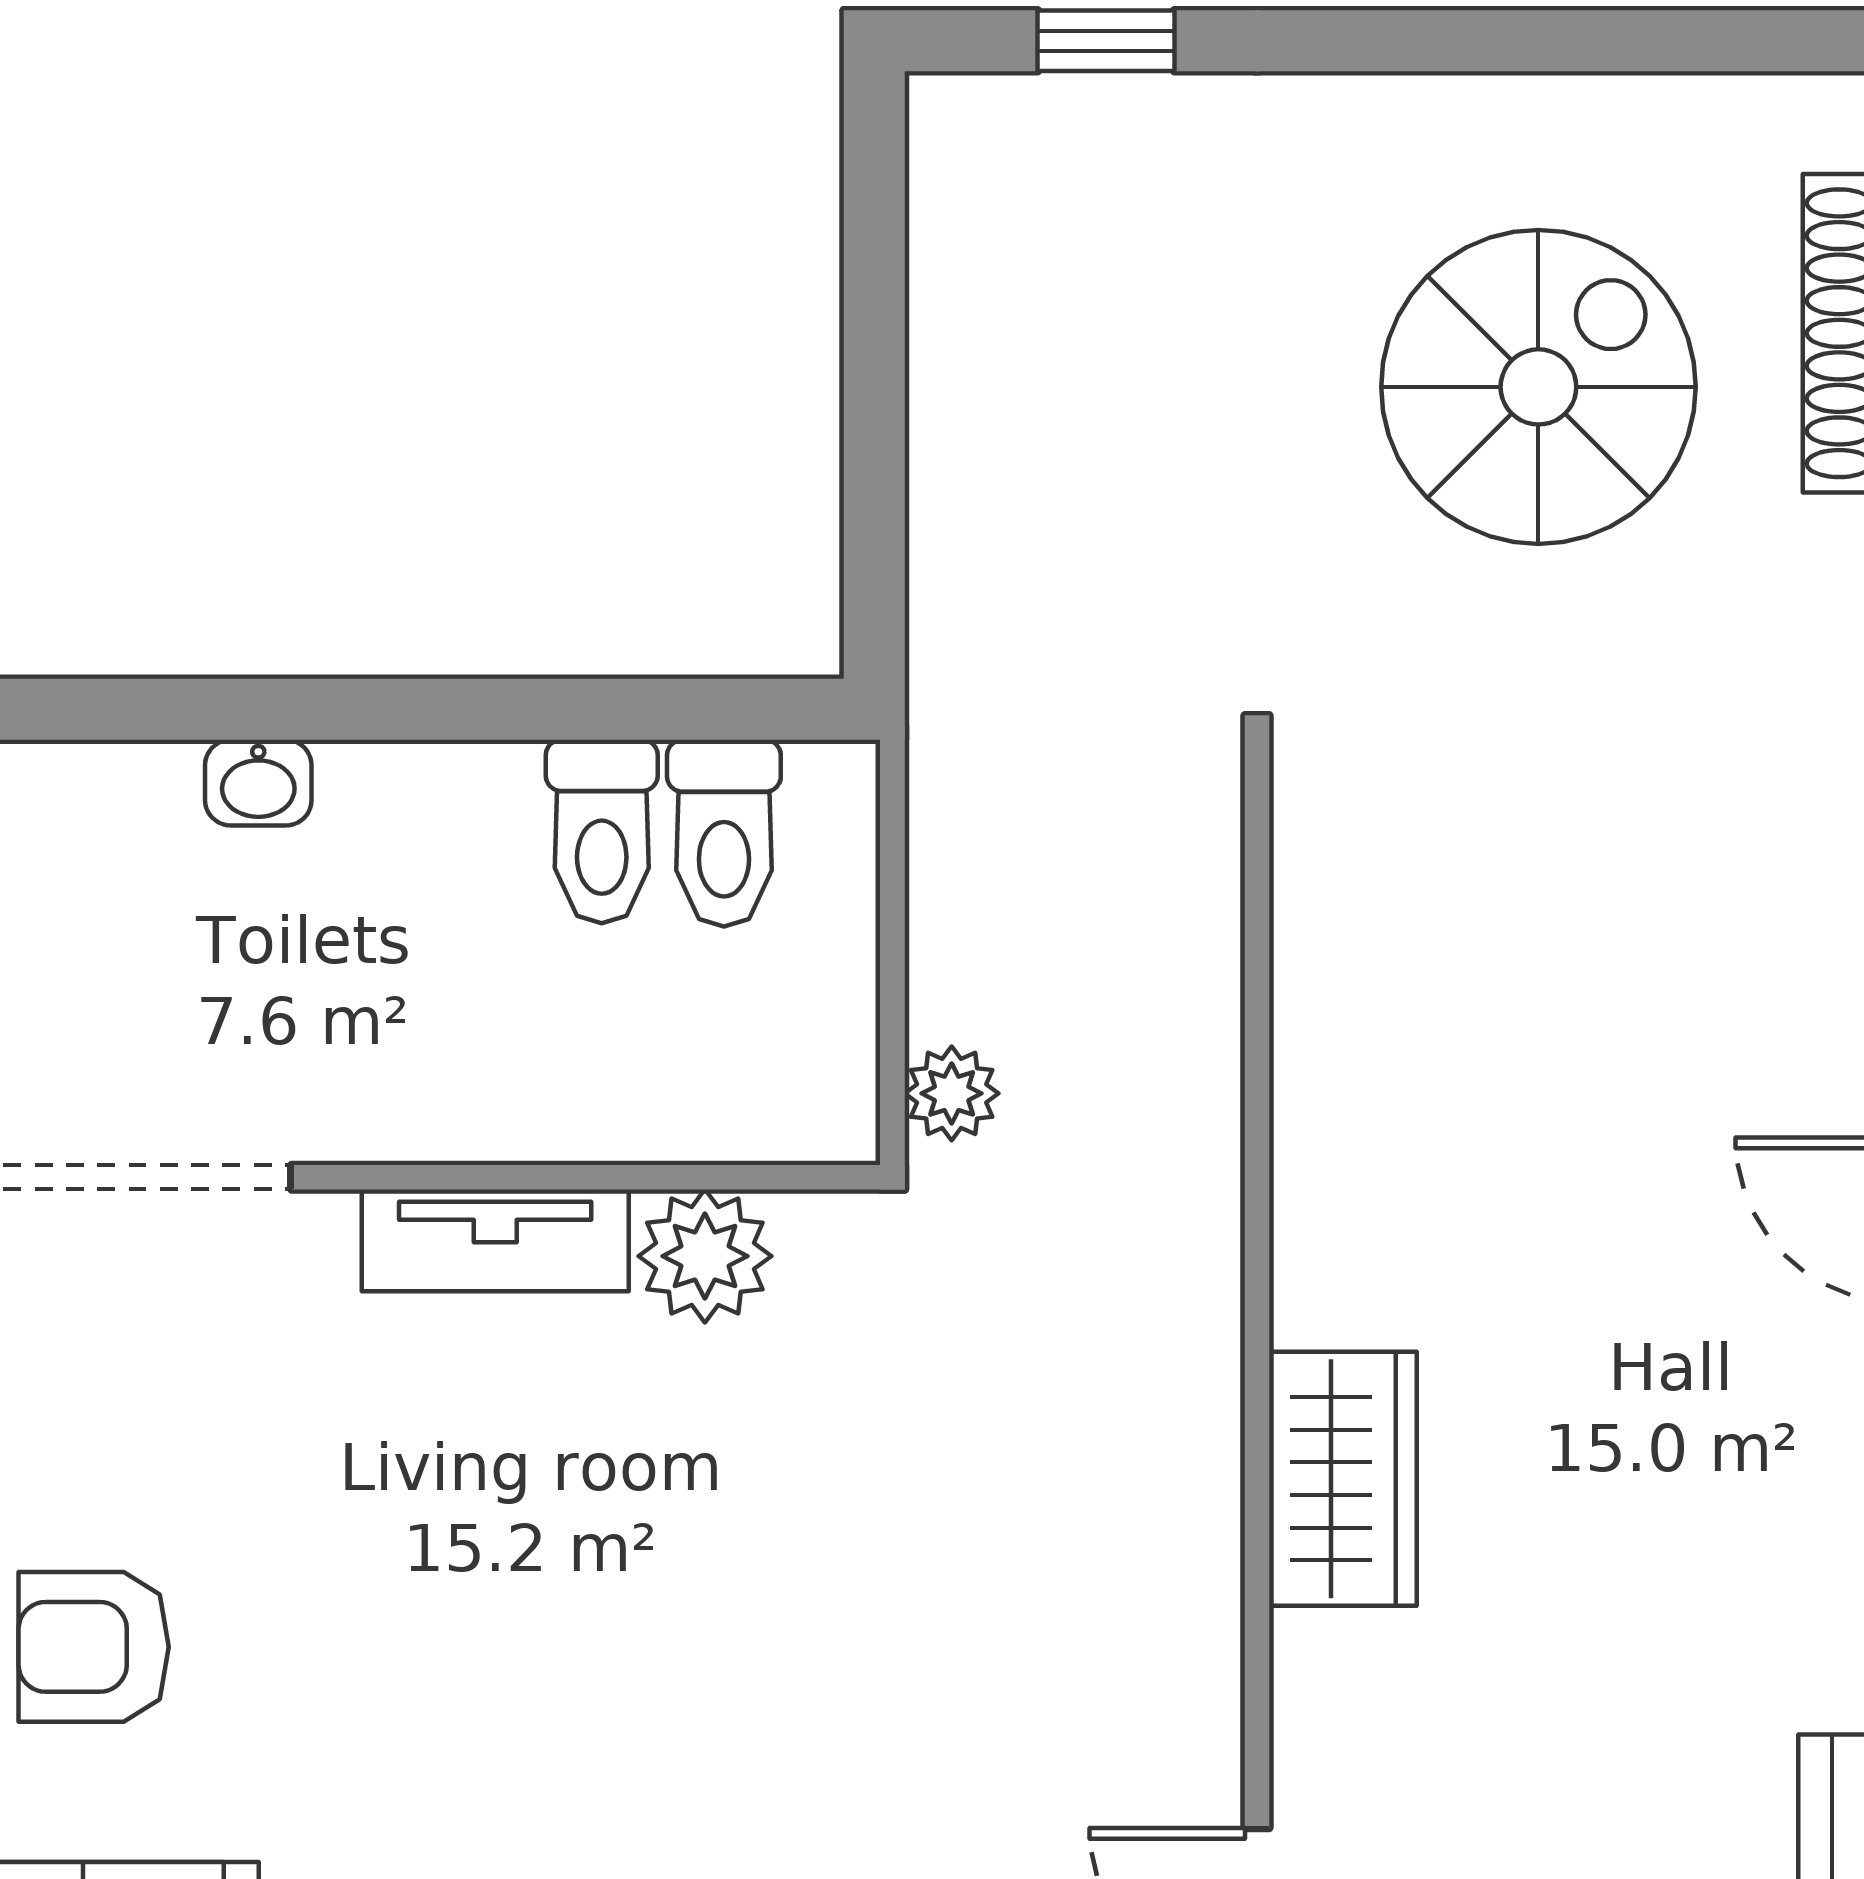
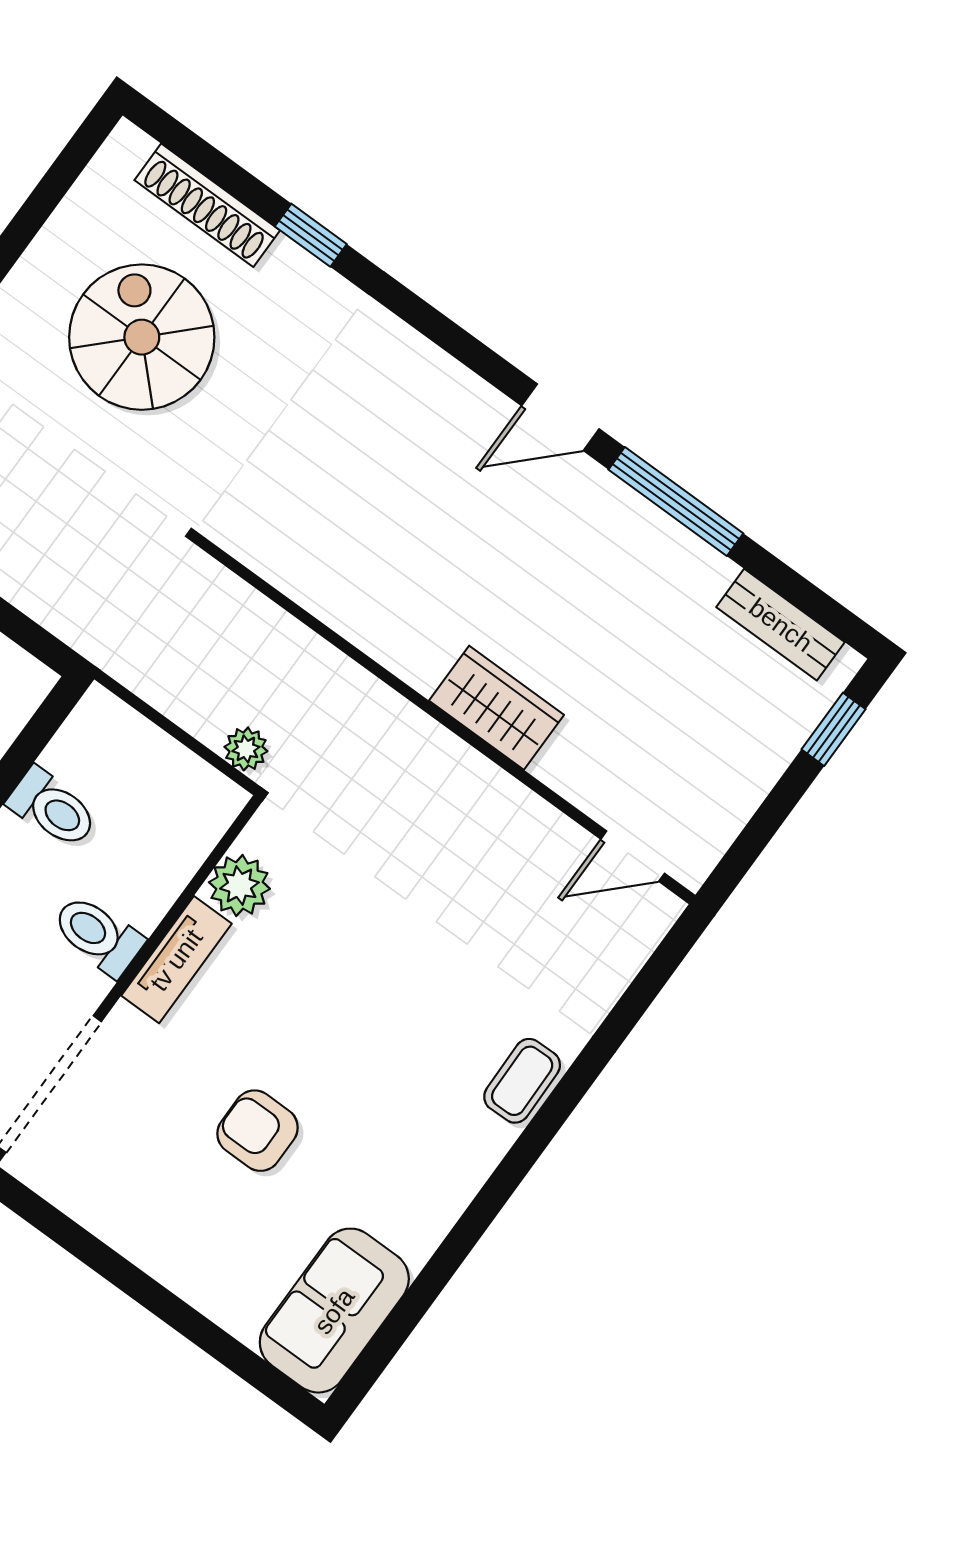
toilet: (724, 833) -> (98, 935), moved, turned 180
armchair: (94, 1647) -> (258, 1131), moved, turned 90

